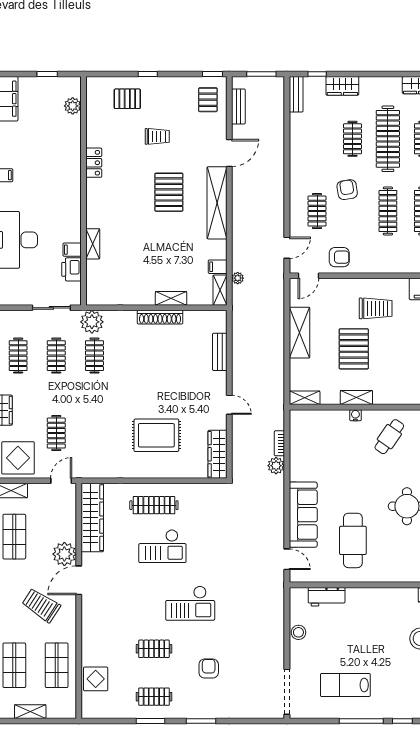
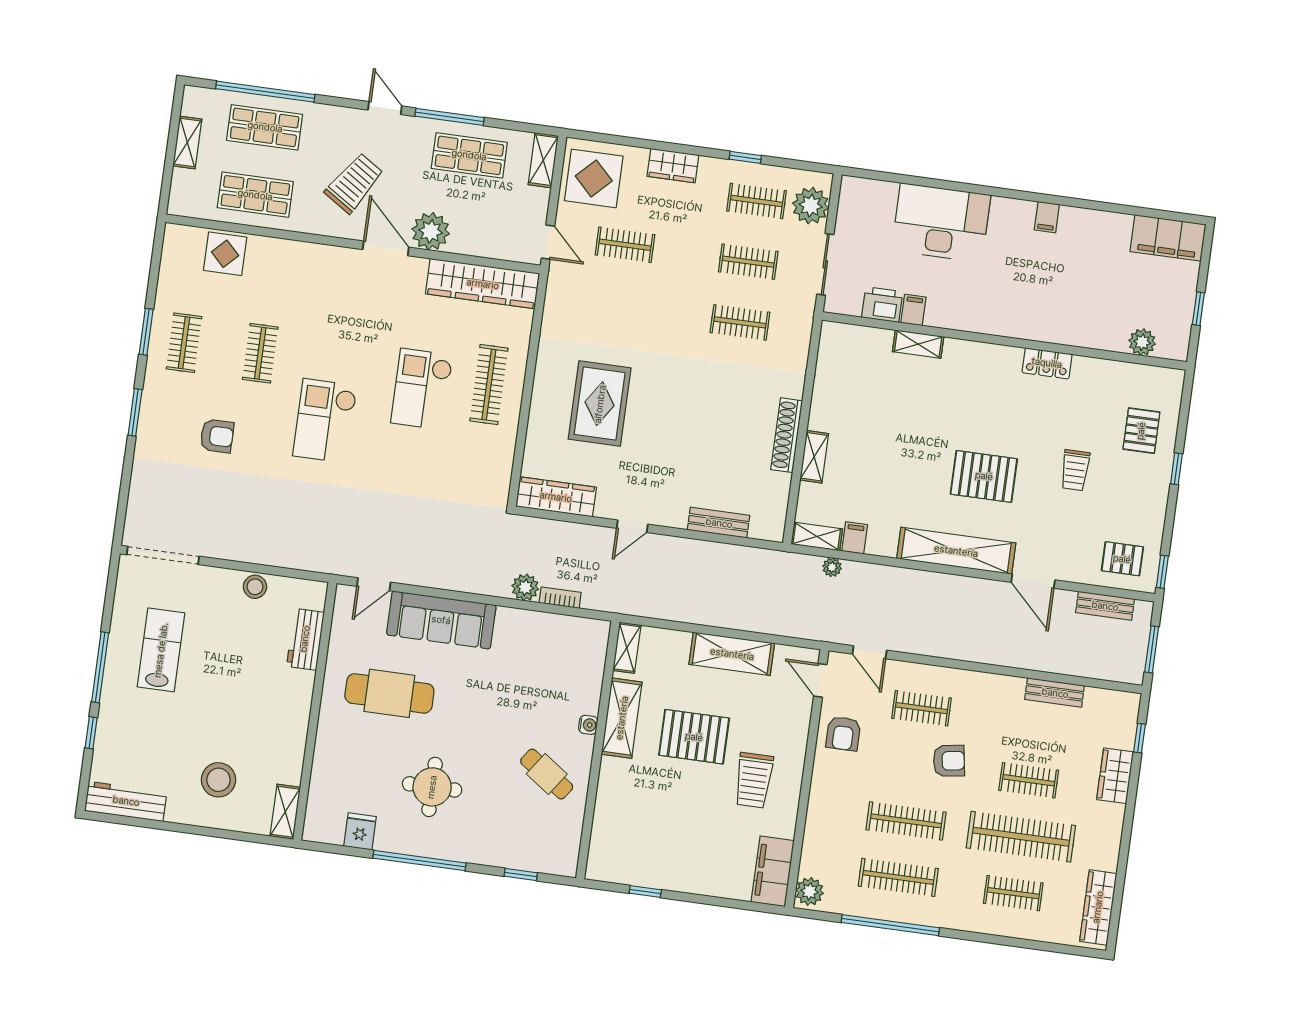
bench: (296, 94) -> (1055, 693), moved
plant: (92, 322) -> (811, 206), moved
shelving: (356, 398) -> (622, 718), width x1.50, depth x1.33

